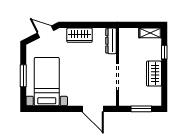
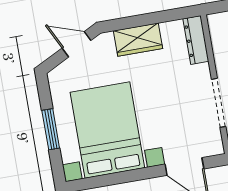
bed with nightstands: (47, 82) -> (107, 130), width x1.36

